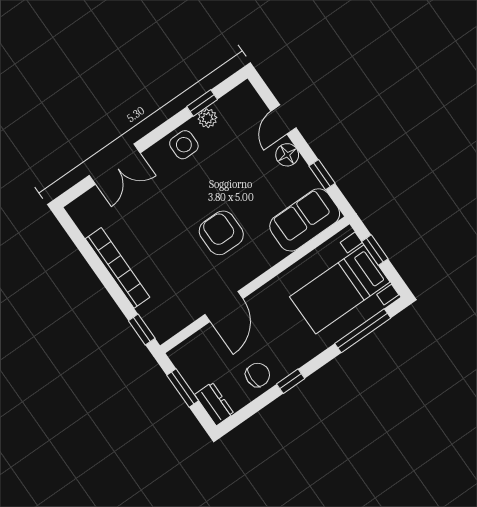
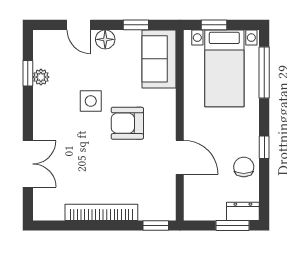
side table: (184, 145) -> (91, 101), moved
window: (183, 388) -> (233, 226), moved

